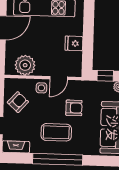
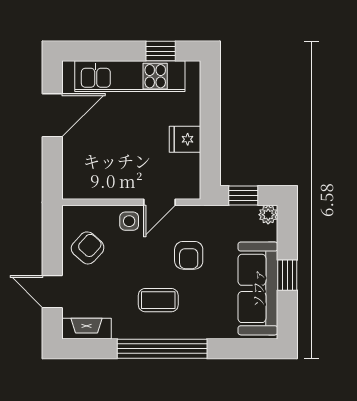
plant: (25, 65) -> (98, 181), removed
armchair: (74, 108) -> (189, 255), turned 90
coffee table: (56, 132) -> (158, 300), width x0.73, depth x0.77

